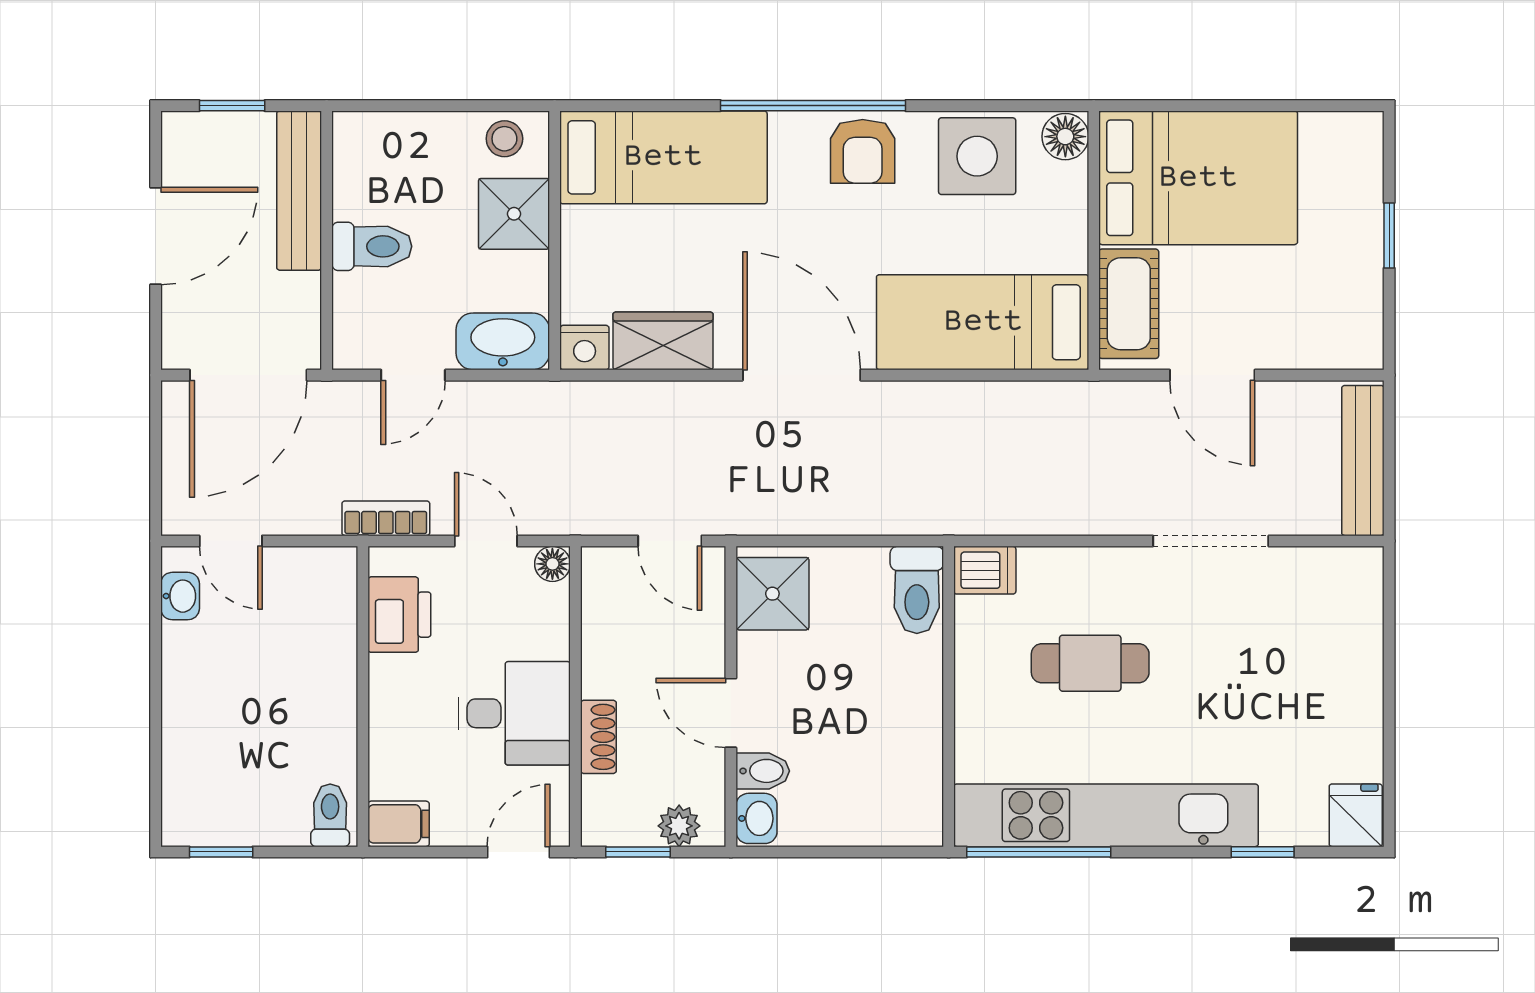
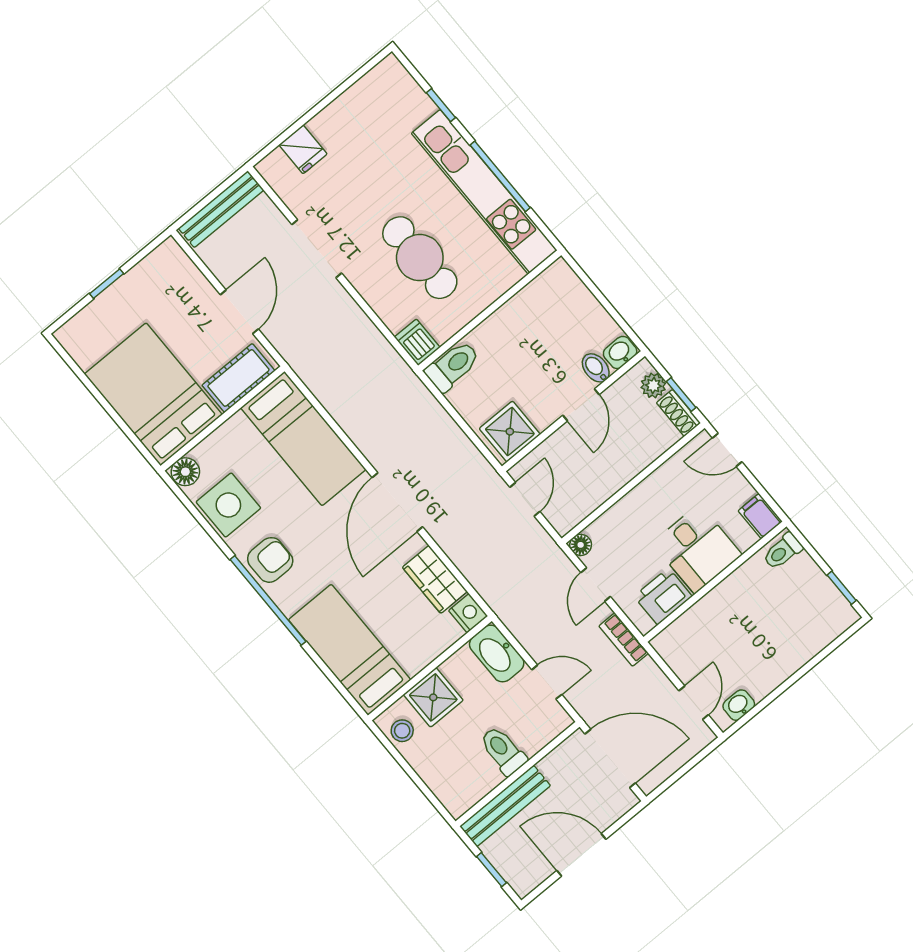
cafe table: (1090, 663) -> (420, 258), width x1.37, depth x1.35
desk: (514, 713) -> (697, 549), moved, turned 180
shoe rack: (598, 737) -> (678, 413), moved, turned -90
fridge: (1356, 815) -> (303, 149), moved, turned -90
window: (1039, 852) -> (500, 176), moved

